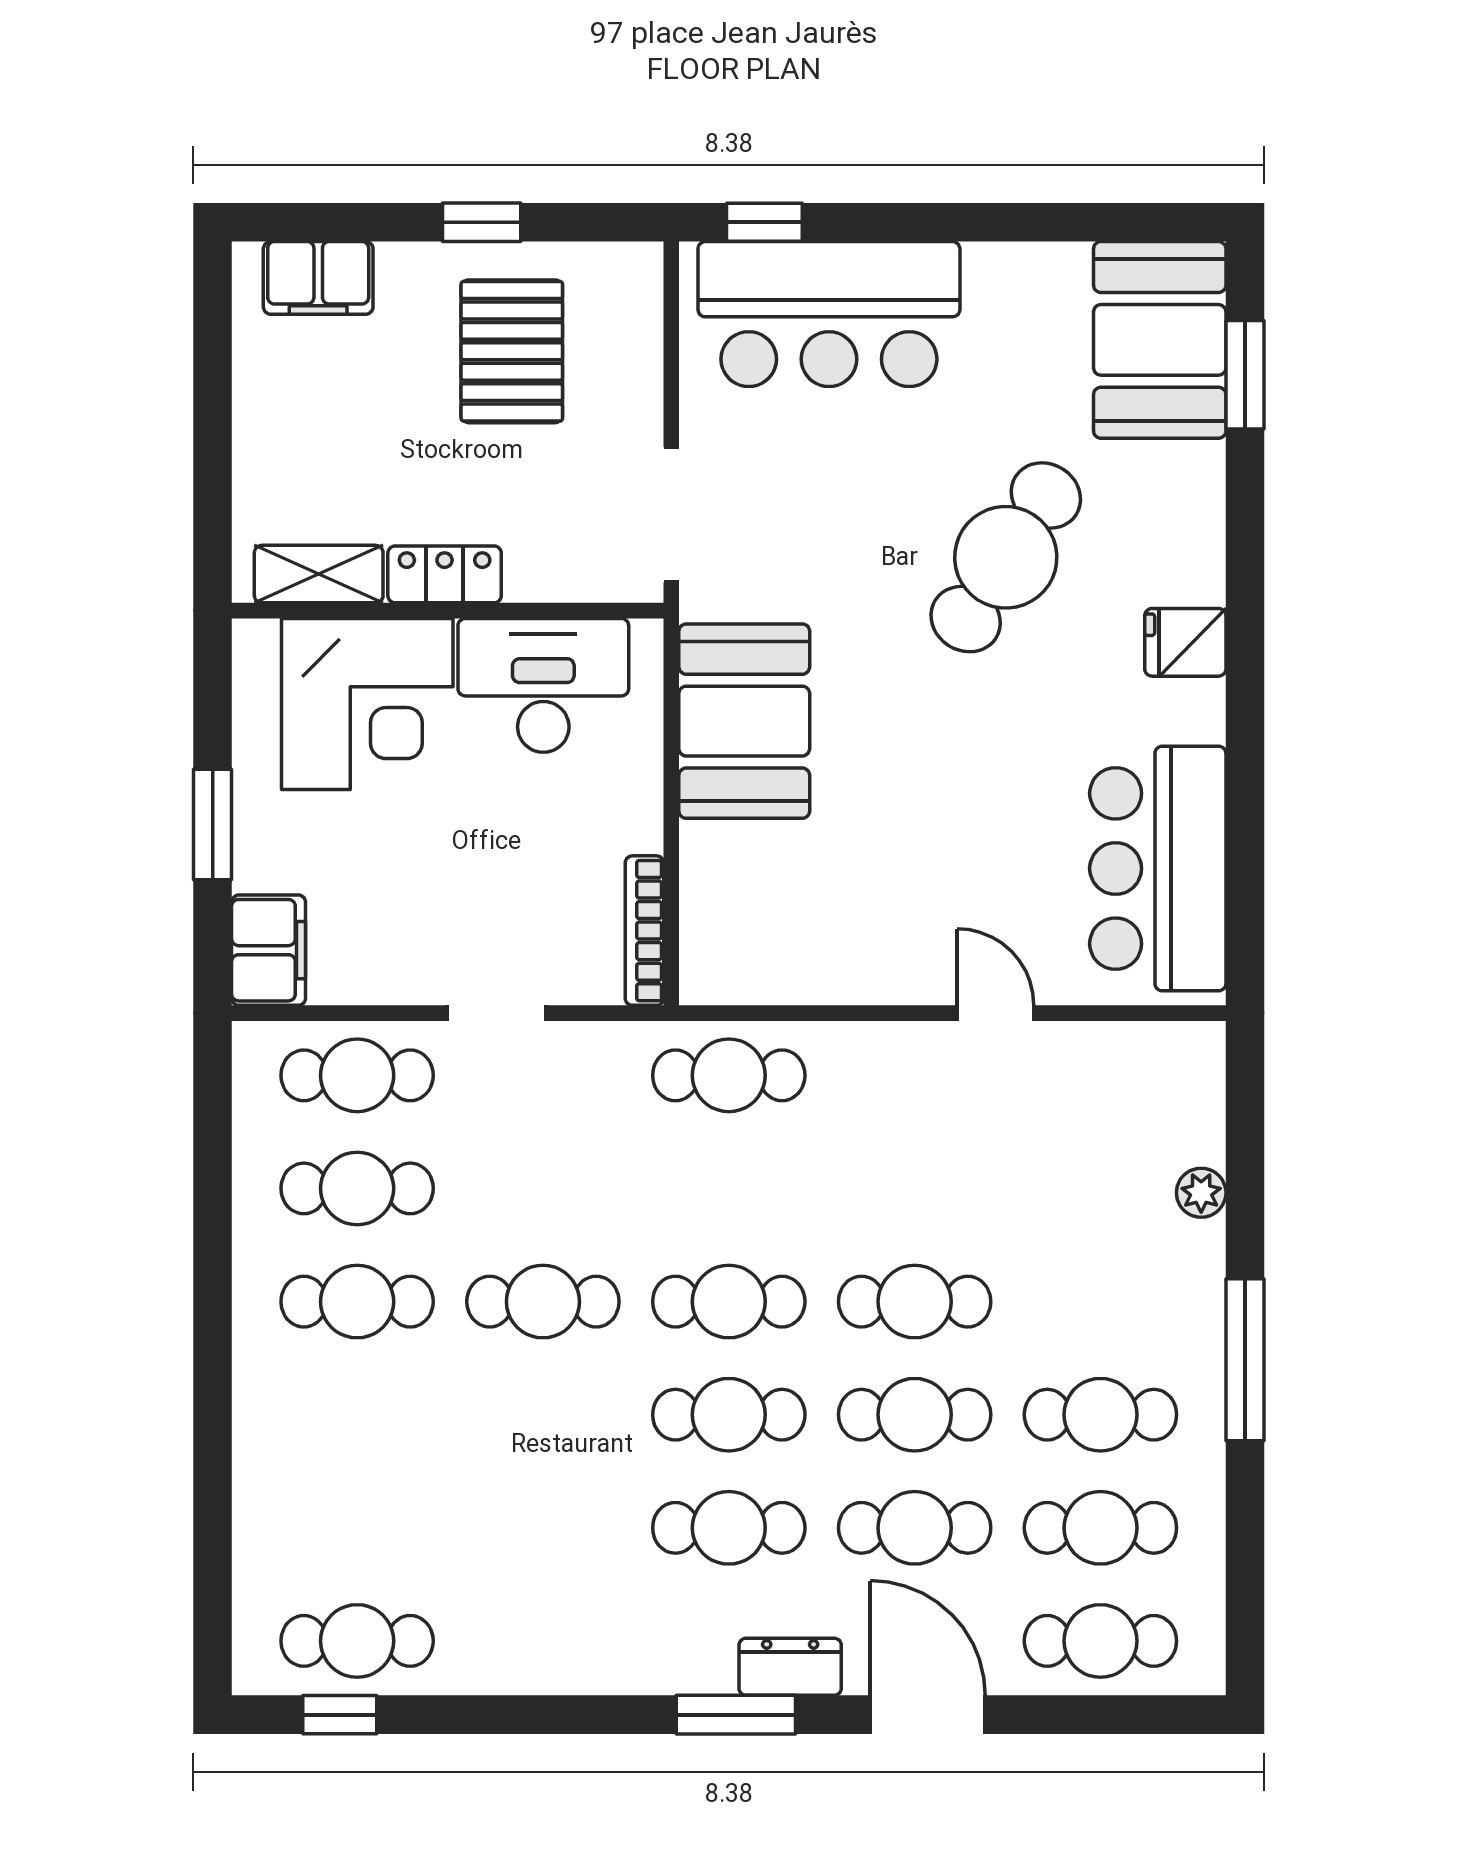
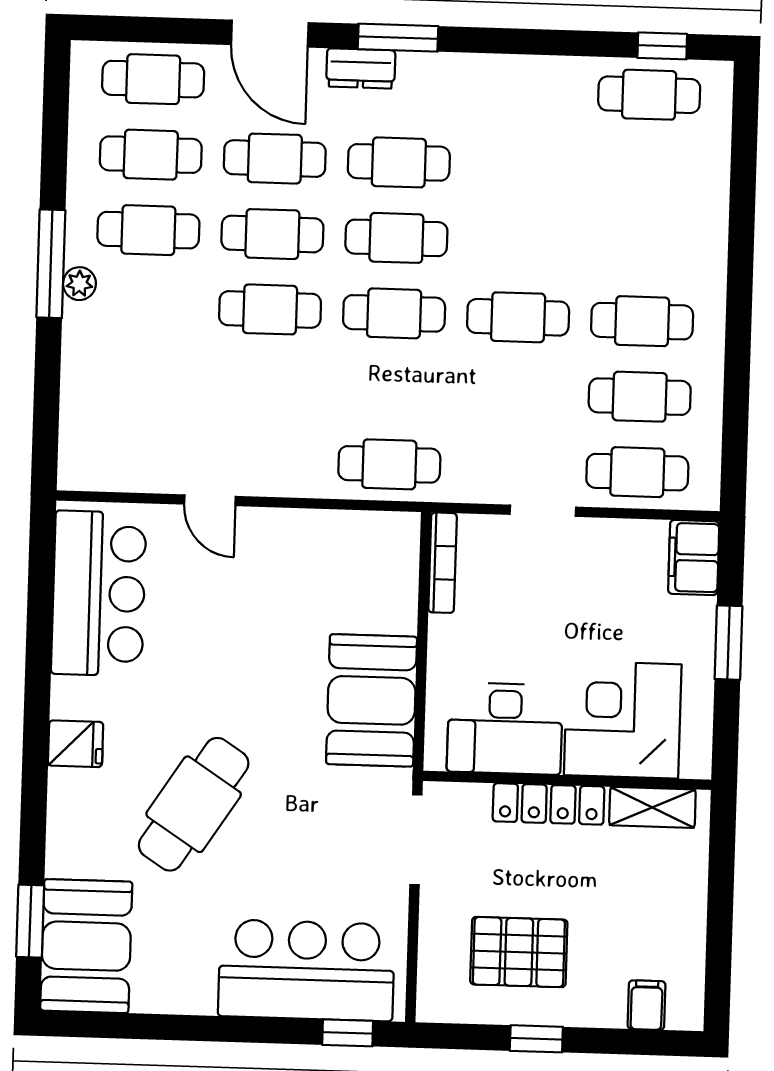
filing cabinet: (318, 278) -> (647, 1005), width x0.50
pallet: (512, 351) -> (519, 952), turned 90
locker: (445, 574) -> (549, 804), width x1.53
plant: (1201, 1193) -> (79, 284), moved

